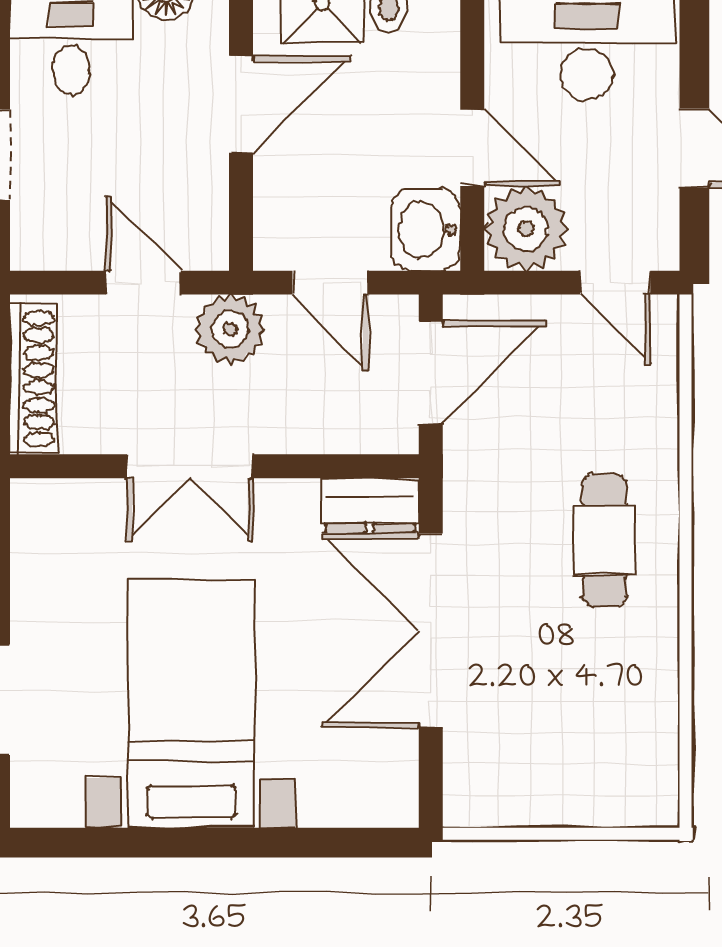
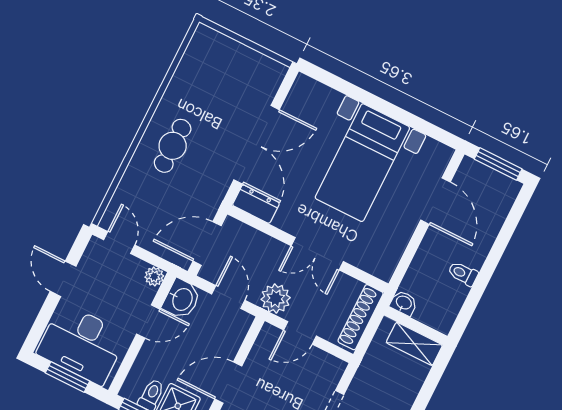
door: (472, 148) -> (148, 322), swing flipped
plant: (526, 229) -> (154, 276), width x0.53, depth x0.53
door: (143, 283) -> (300, 333), hinge flipped
double door: (190, 466) -> (317, 254), swing flipped

